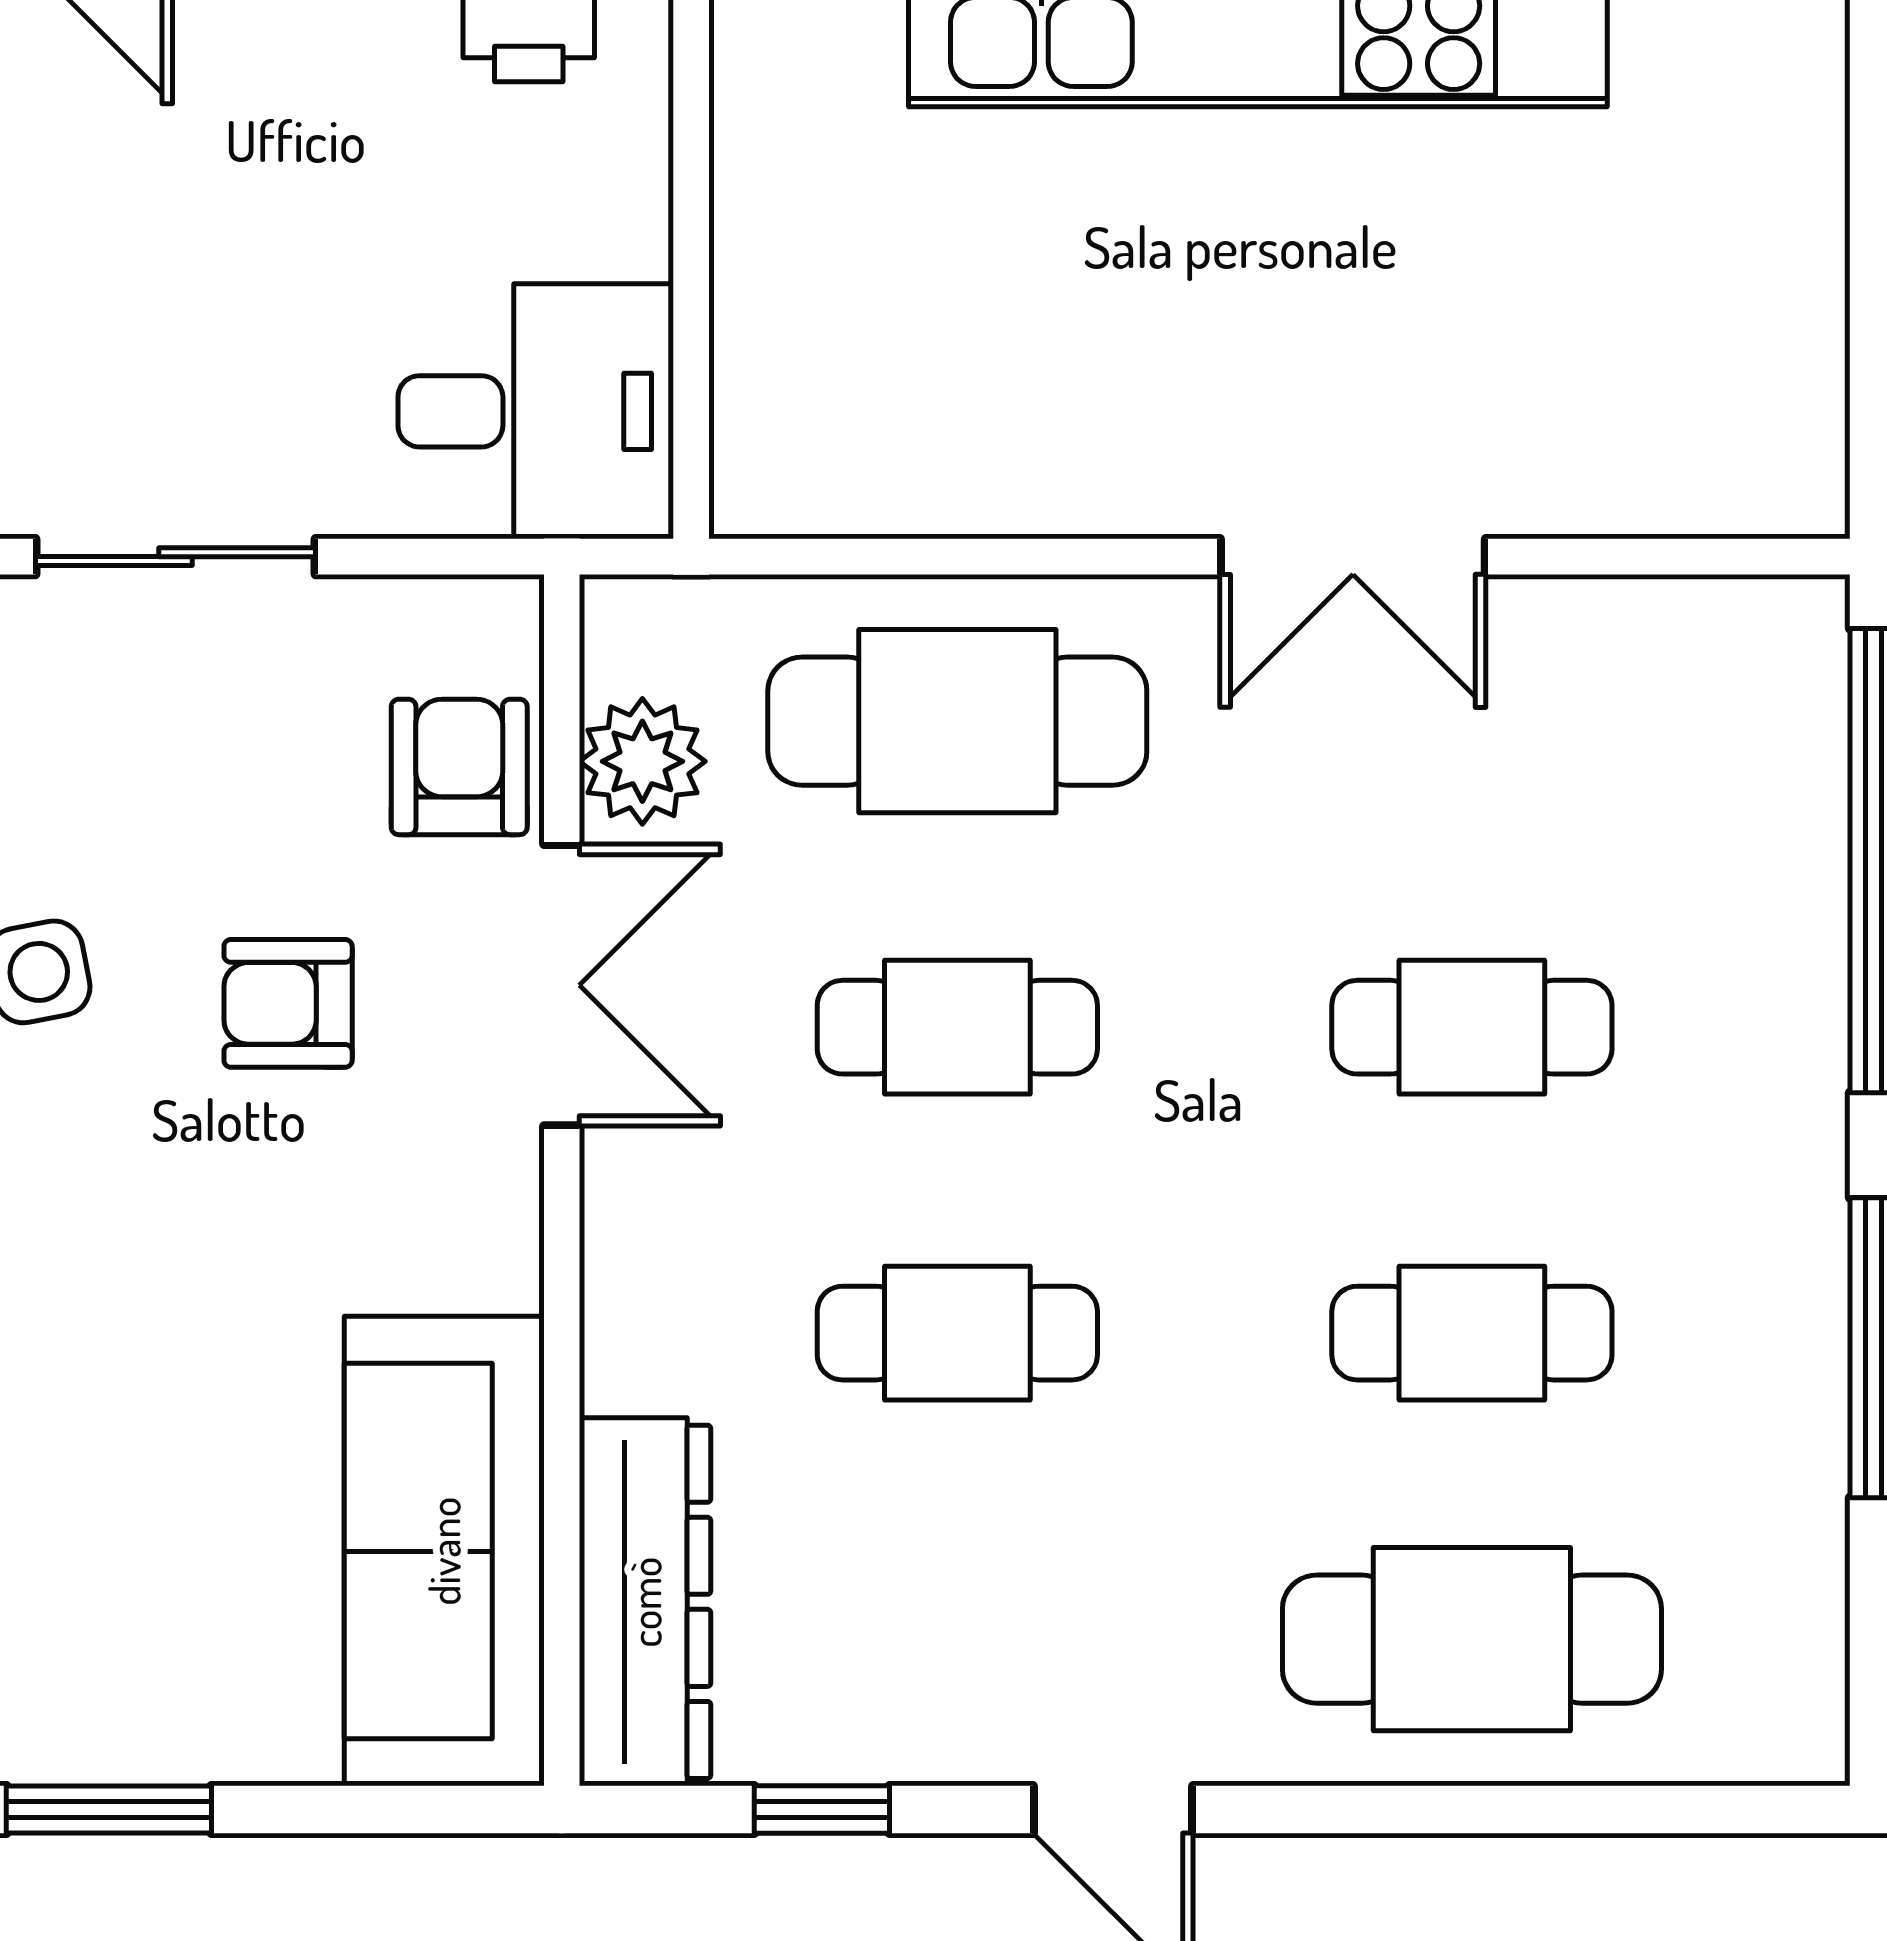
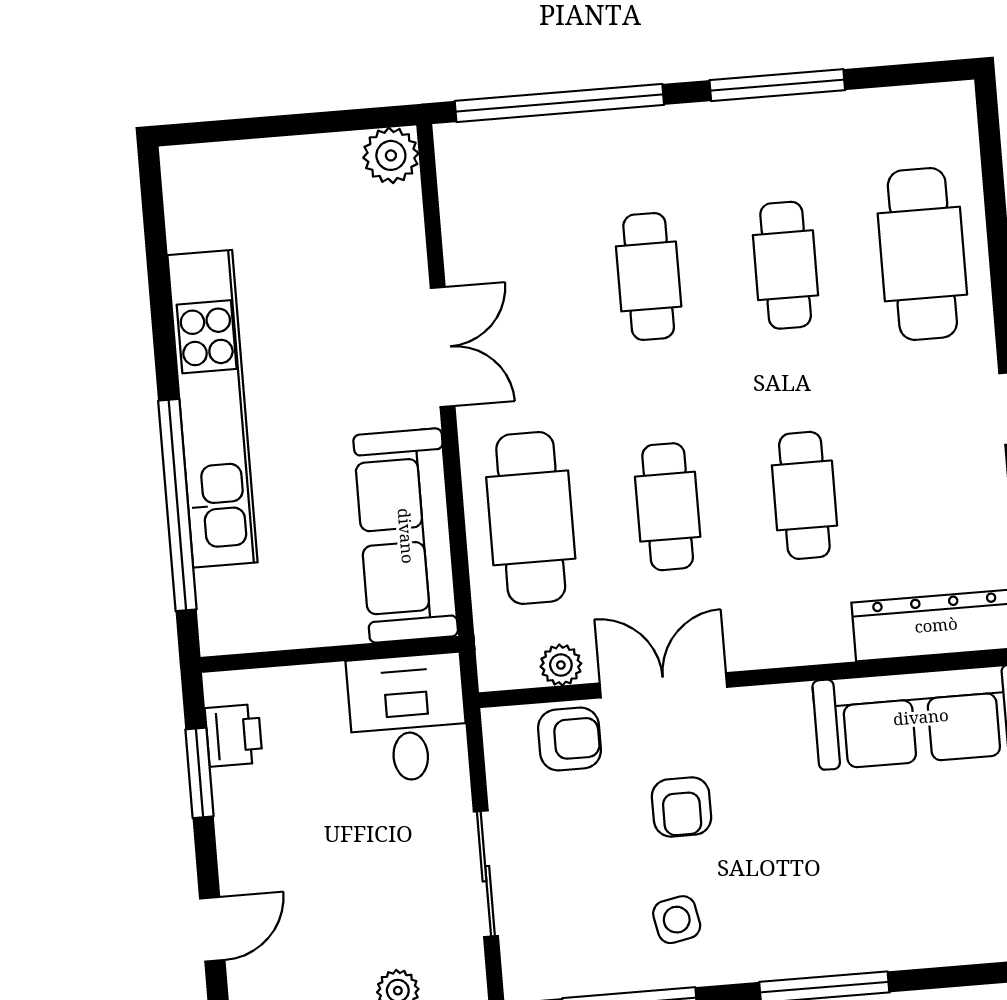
sofa: (941, 440) -> (406, 536), added
plant: (1788, 477) -> (391, 155), added
plant: (642, 761) -> (561, 665), width x0.73, depth x0.73
armchair: (459, 767) -> (570, 739), turned 180

